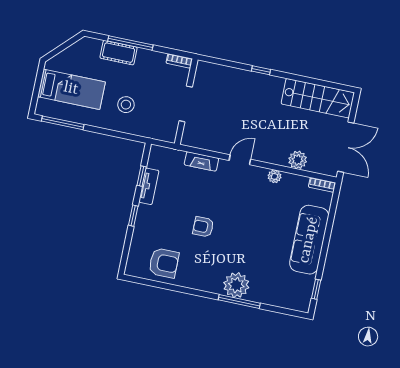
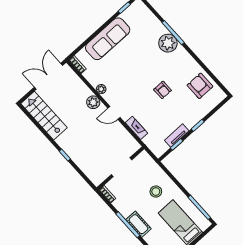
plant: (298, 160) -> (93, 102), moved

